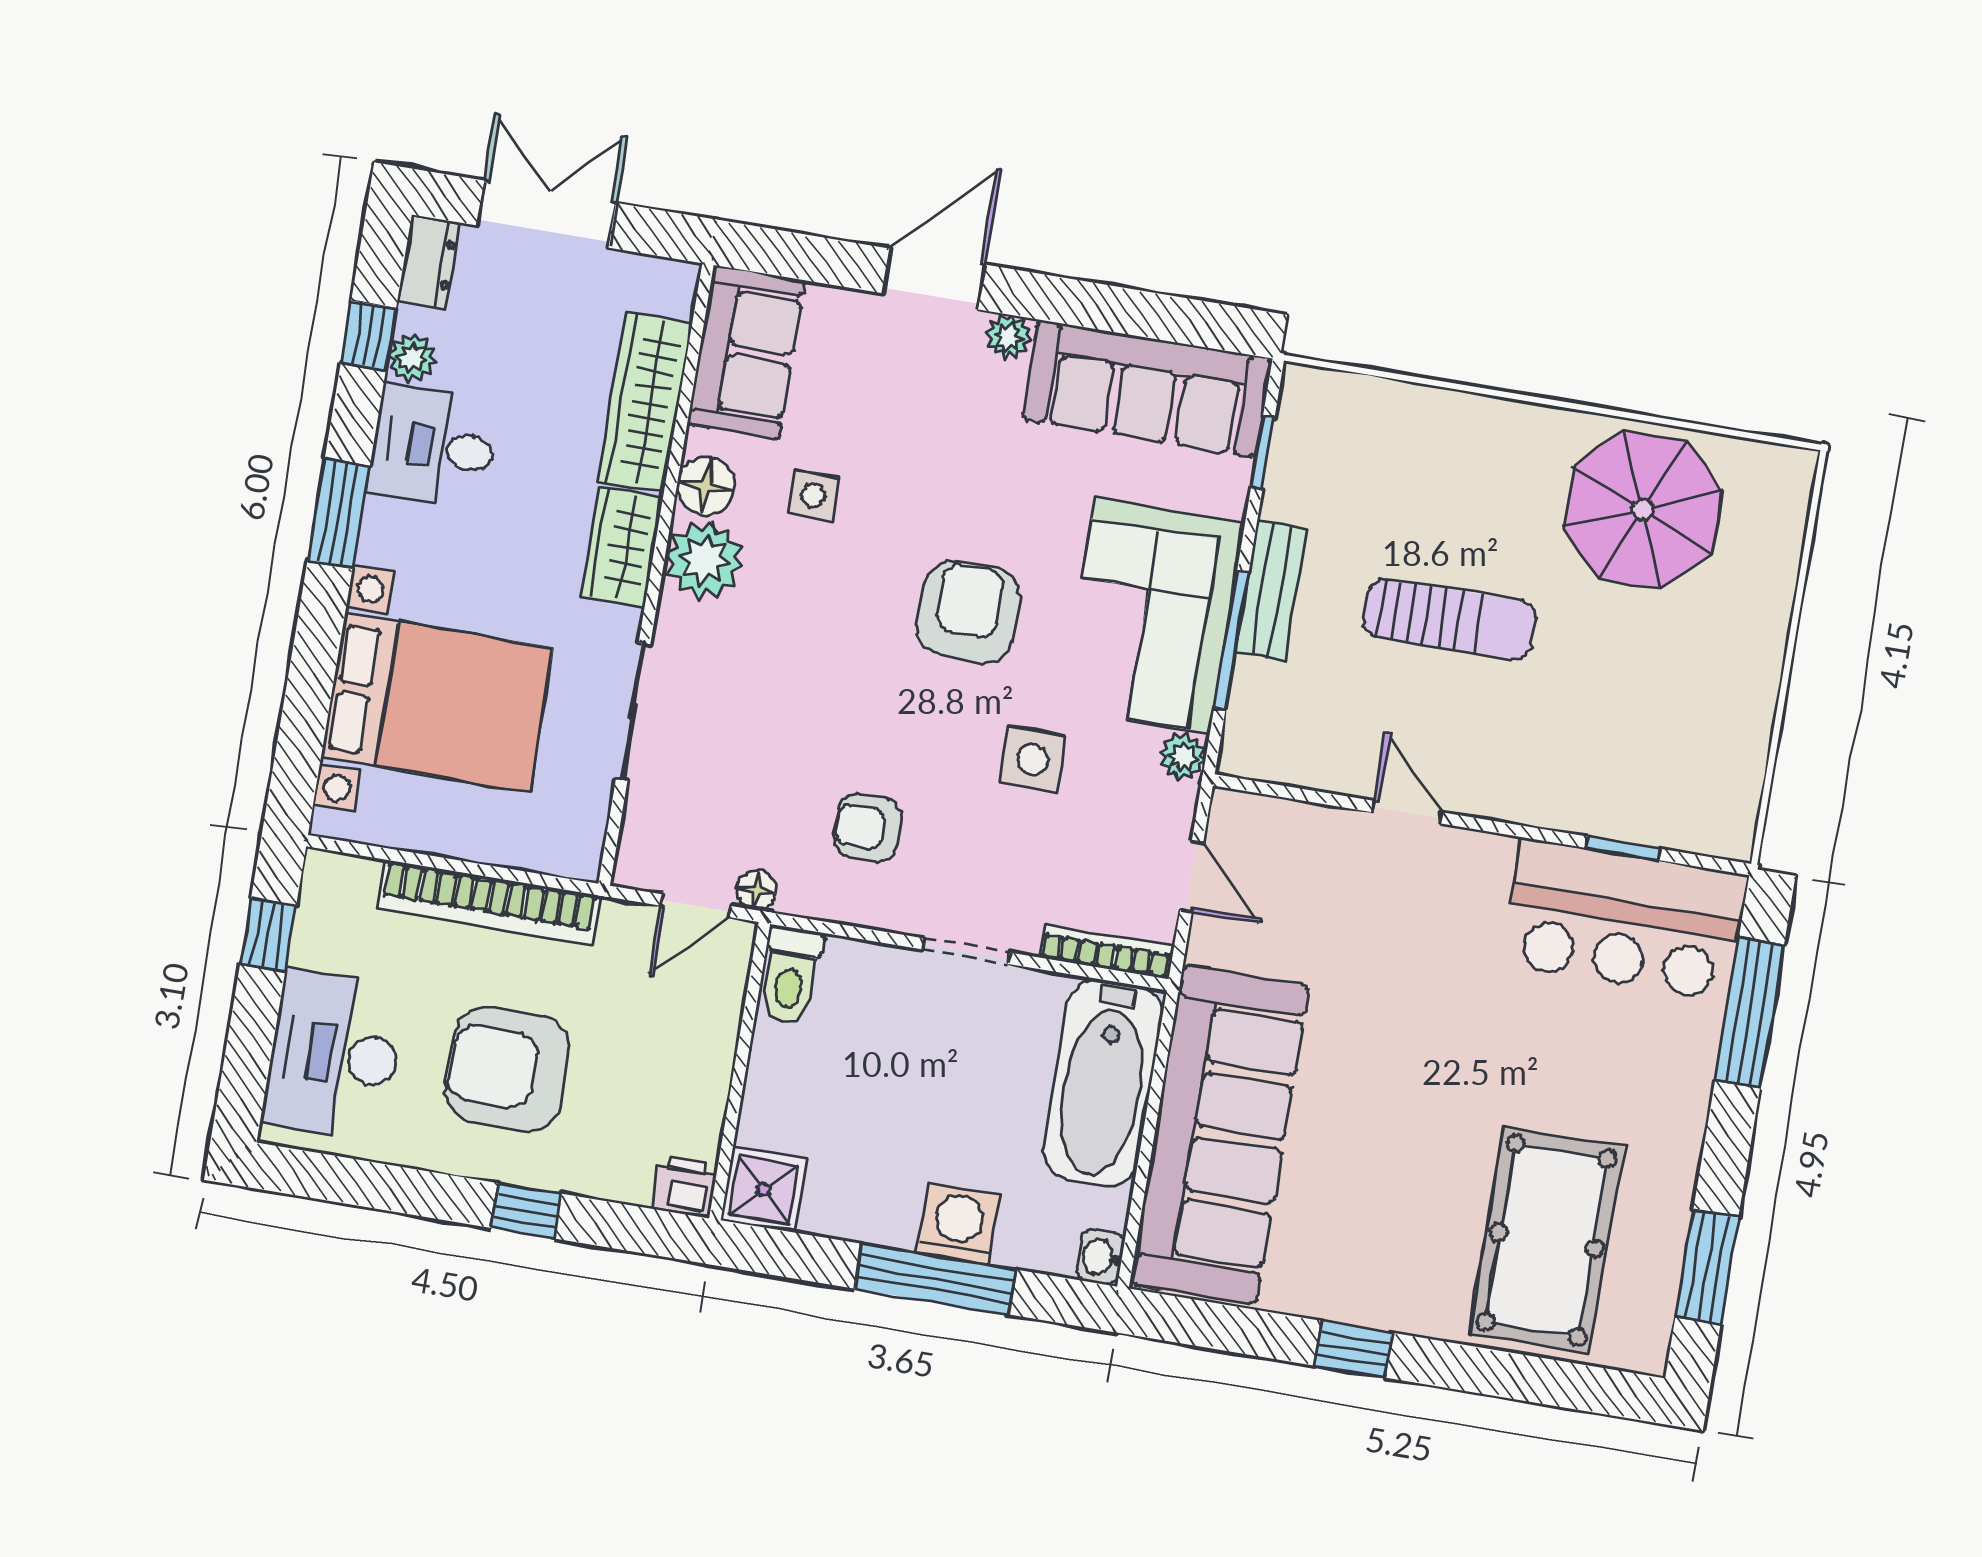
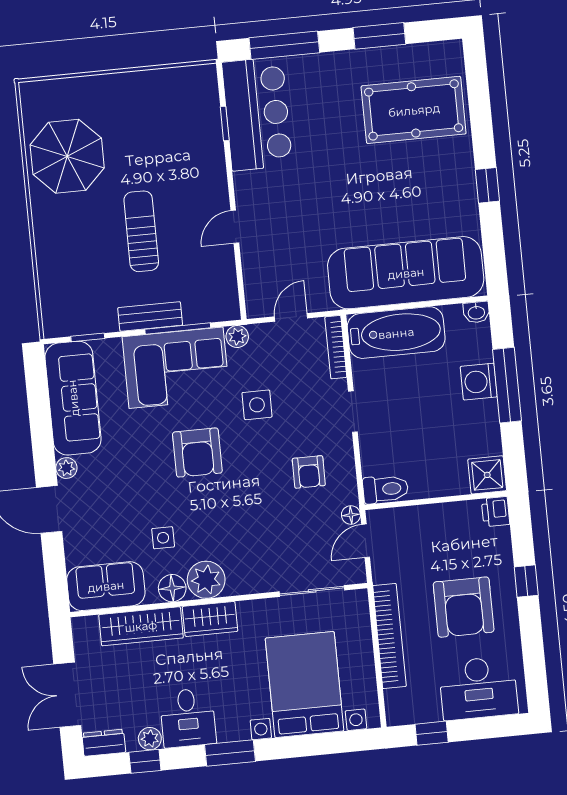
armchair: (968, 612) -> (197, 453), turned -90
sliding door: (633, 711) -> (312, 591), moved
door: (696, 906) -> (366, 541), swing flipped
window: (1707, 1267) -> (379, 36), moved

